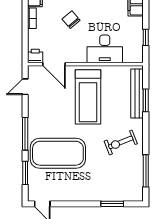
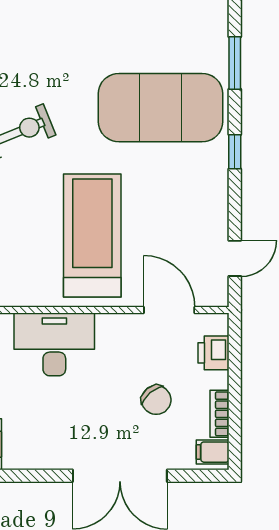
chair: (71, 20) -> (156, 400), moved
printer: (35, 56) -> (214, 353), moved, turned 90
window: (25, 134) -> (235, 152), width x0.46

